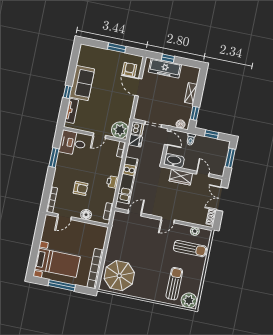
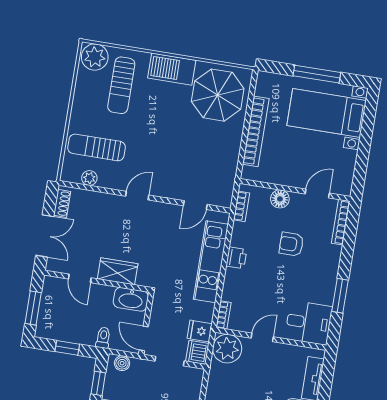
bookcase: (95, 269) -> (256, 131), moved
barbecue: (145, 292) -> (172, 69), added

